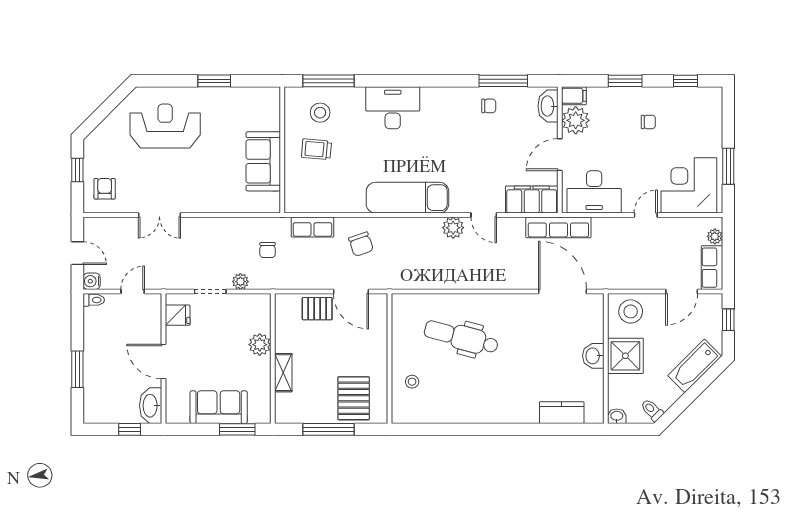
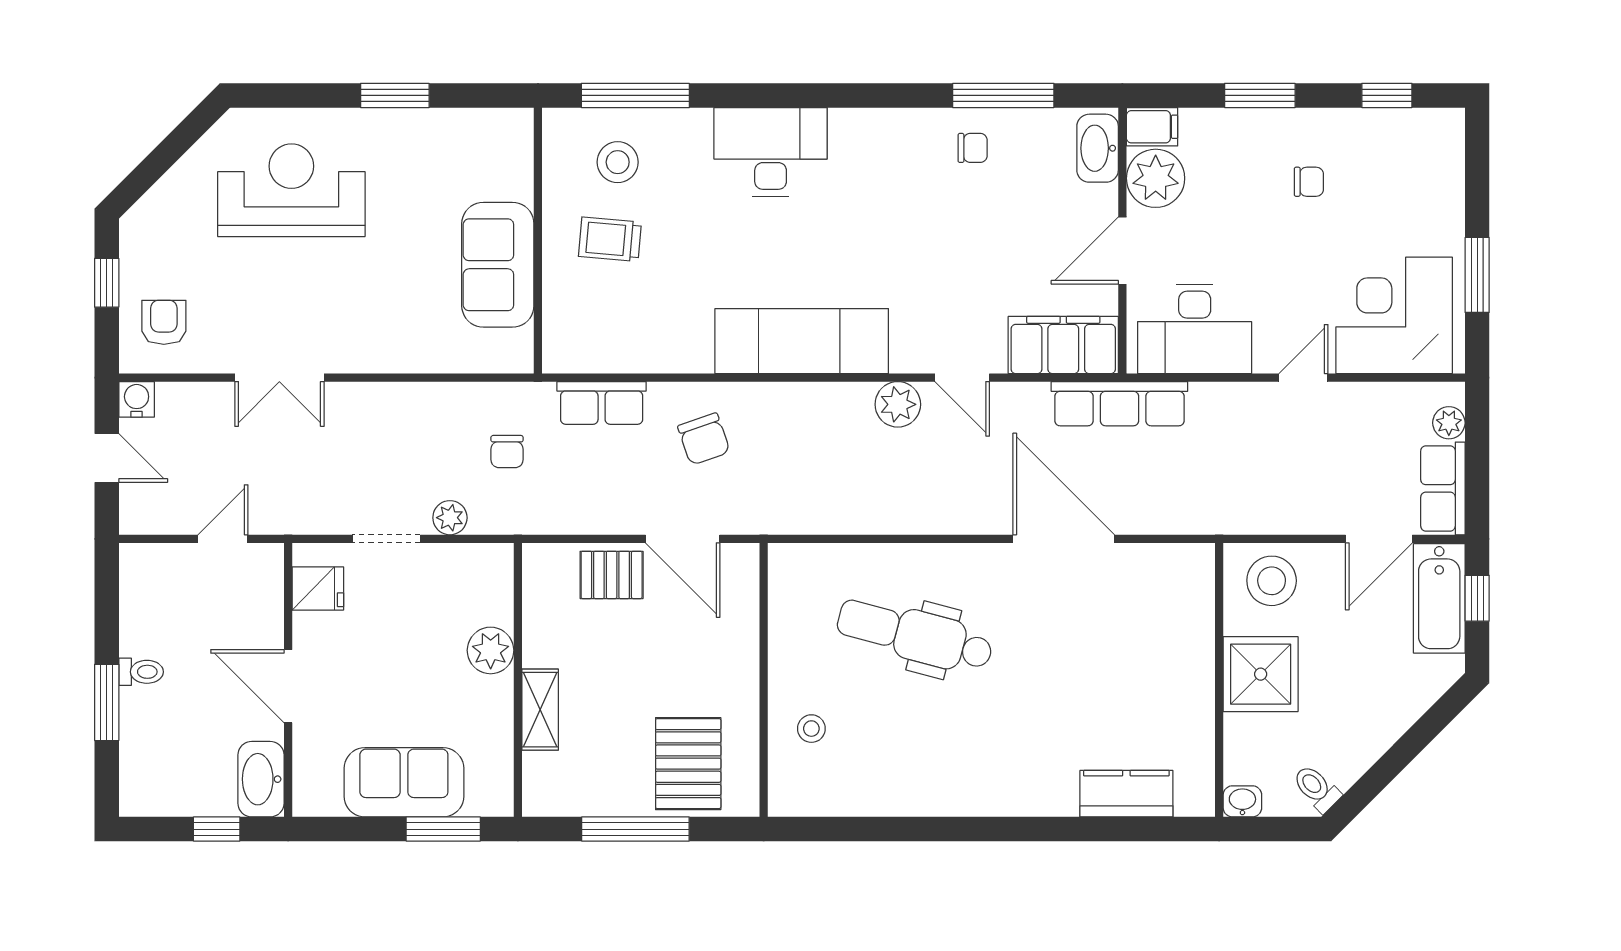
water cooler: (92, 281) -> (137, 399), moved, turned 90
door: (563, 292) -> (1064, 539), moved
toilet: (94, 300) -> (141, 672), moved
washbasin: (593, 356) -> (1193, 674), removed
bathtub: (695, 366) -> (1439, 598), moved, turned -45

